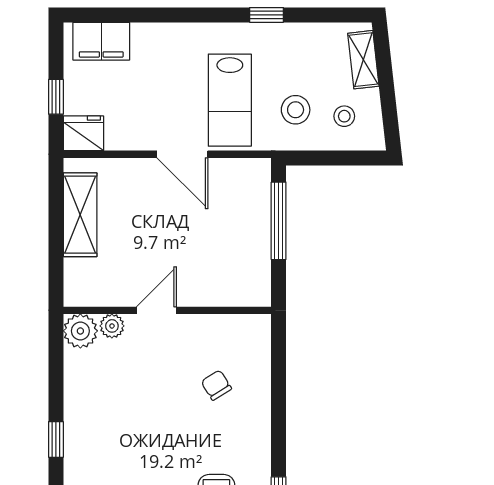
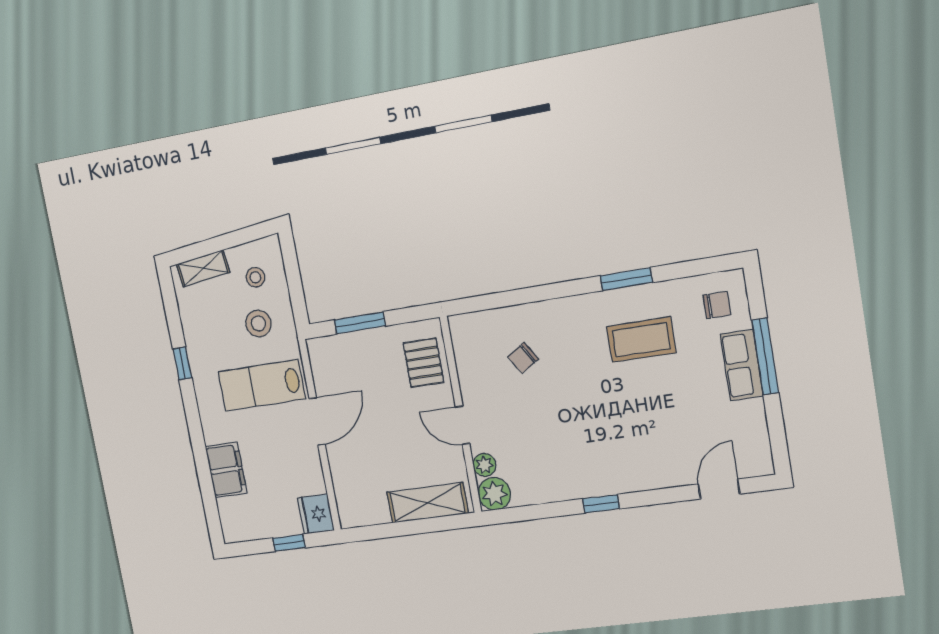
filing cabinet: (101, 41) -> (226, 470), moved
lab bench: (230, 100) -> (262, 385), turned 180
shelving: (80, 215) -> (427, 503), moved
window: (279, 221) -> (360, 323), width x0.69
pallet: (227, 281) -> (423, 363), added

